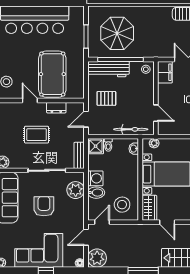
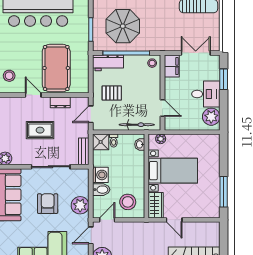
workbench: (108, 69) -> (108, 63), width x0.73
plant: (76, 190) -> (80, 205), moved

